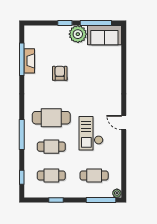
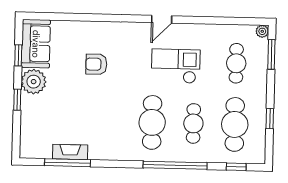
window: (96, 23) -> (18, 55), width x0.46
armchair: (60, 73) -> (96, 64), moved
checkout: (91, 133) -> (176, 66), turned 180
window: (22, 135) -> (175, 165), width x1.46
cafe table: (51, 176) -> (235, 124), width x1.37, depth x1.35
window: (101, 200) -> (271, 54), width x0.69

